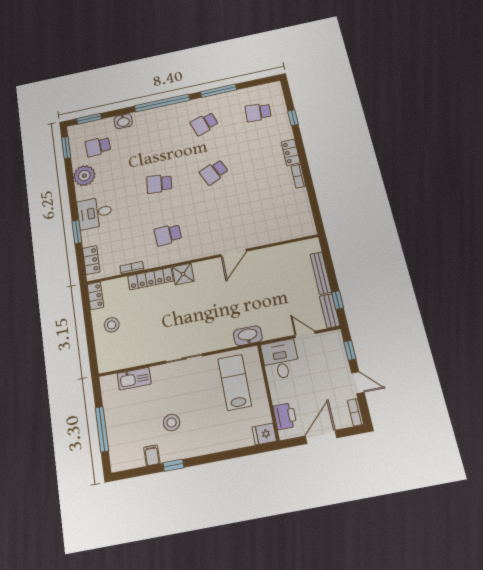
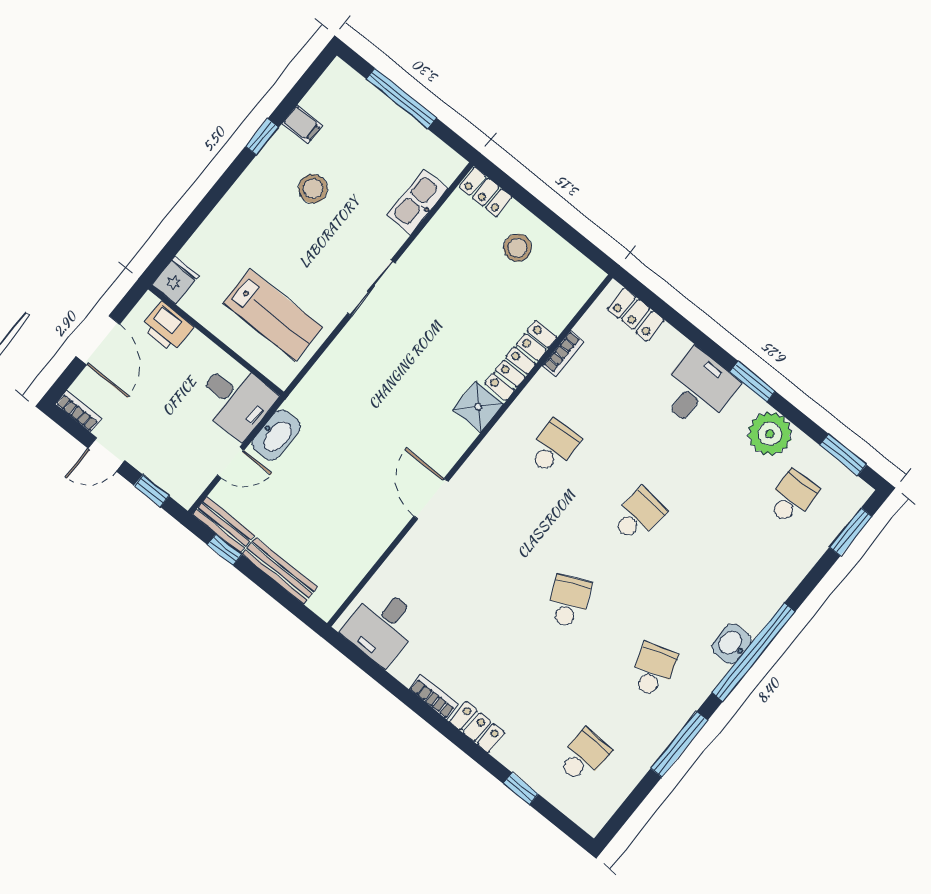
washbasin: (123, 121) -> (732, 644), moved
desk: (296, 219) -> (382, 626), added
window: (77, 232) -> (752, 382), moved
locker: (95, 296) -> (486, 192), moved
washbasin: (248, 336) -> (276, 435), moved

